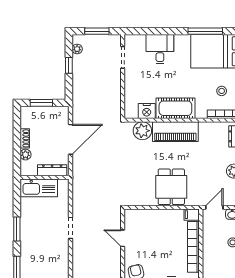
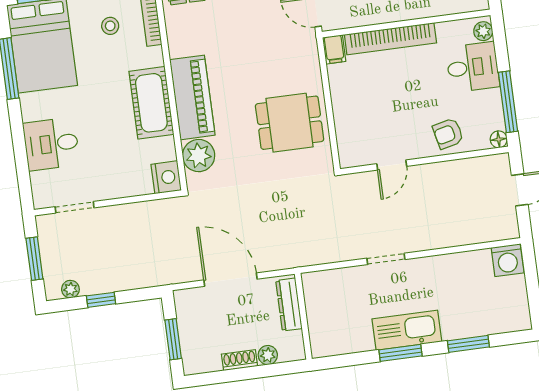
nightstand: (147, 111) -> (166, 177), moved
dining table: (171, 187) -> (290, 123), moved
kitchen sink: (39, 188) -> (407, 330), moved, turned -90

